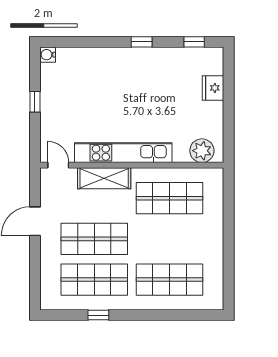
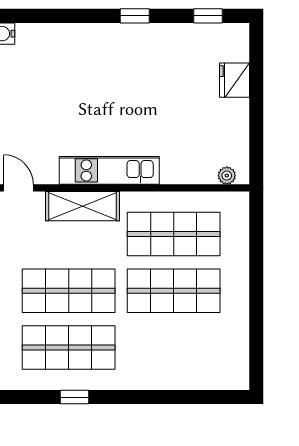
plant: (202, 151) -> (227, 176), width x0.53, depth x0.53
kitchen unit: (123, 153) -> (109, 170), width x0.73
shop shelf: (169, 280) -> (174, 291), moved

